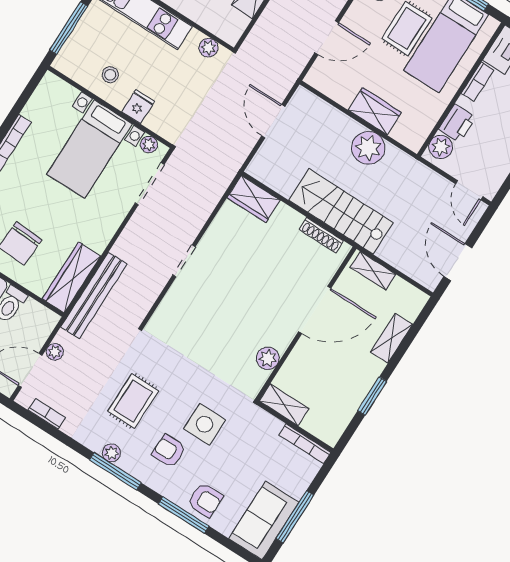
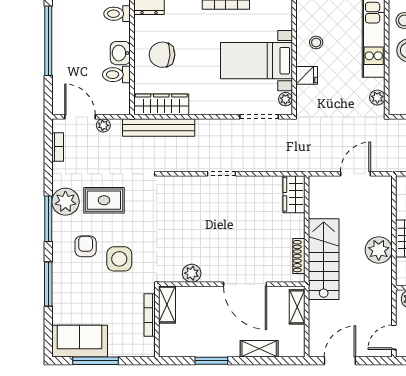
bookcase: (305, 444) -> (150, 315), moved
plant: (111, 453) -> (65, 202), width x1.88, depth x1.88
armchair: (205, 500) -> (68, 292), removed

